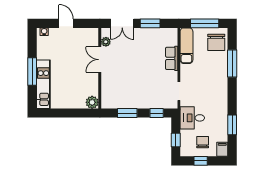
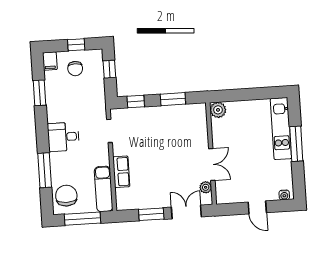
desk: (192, 118) -> (63, 137), moved, turned 180

